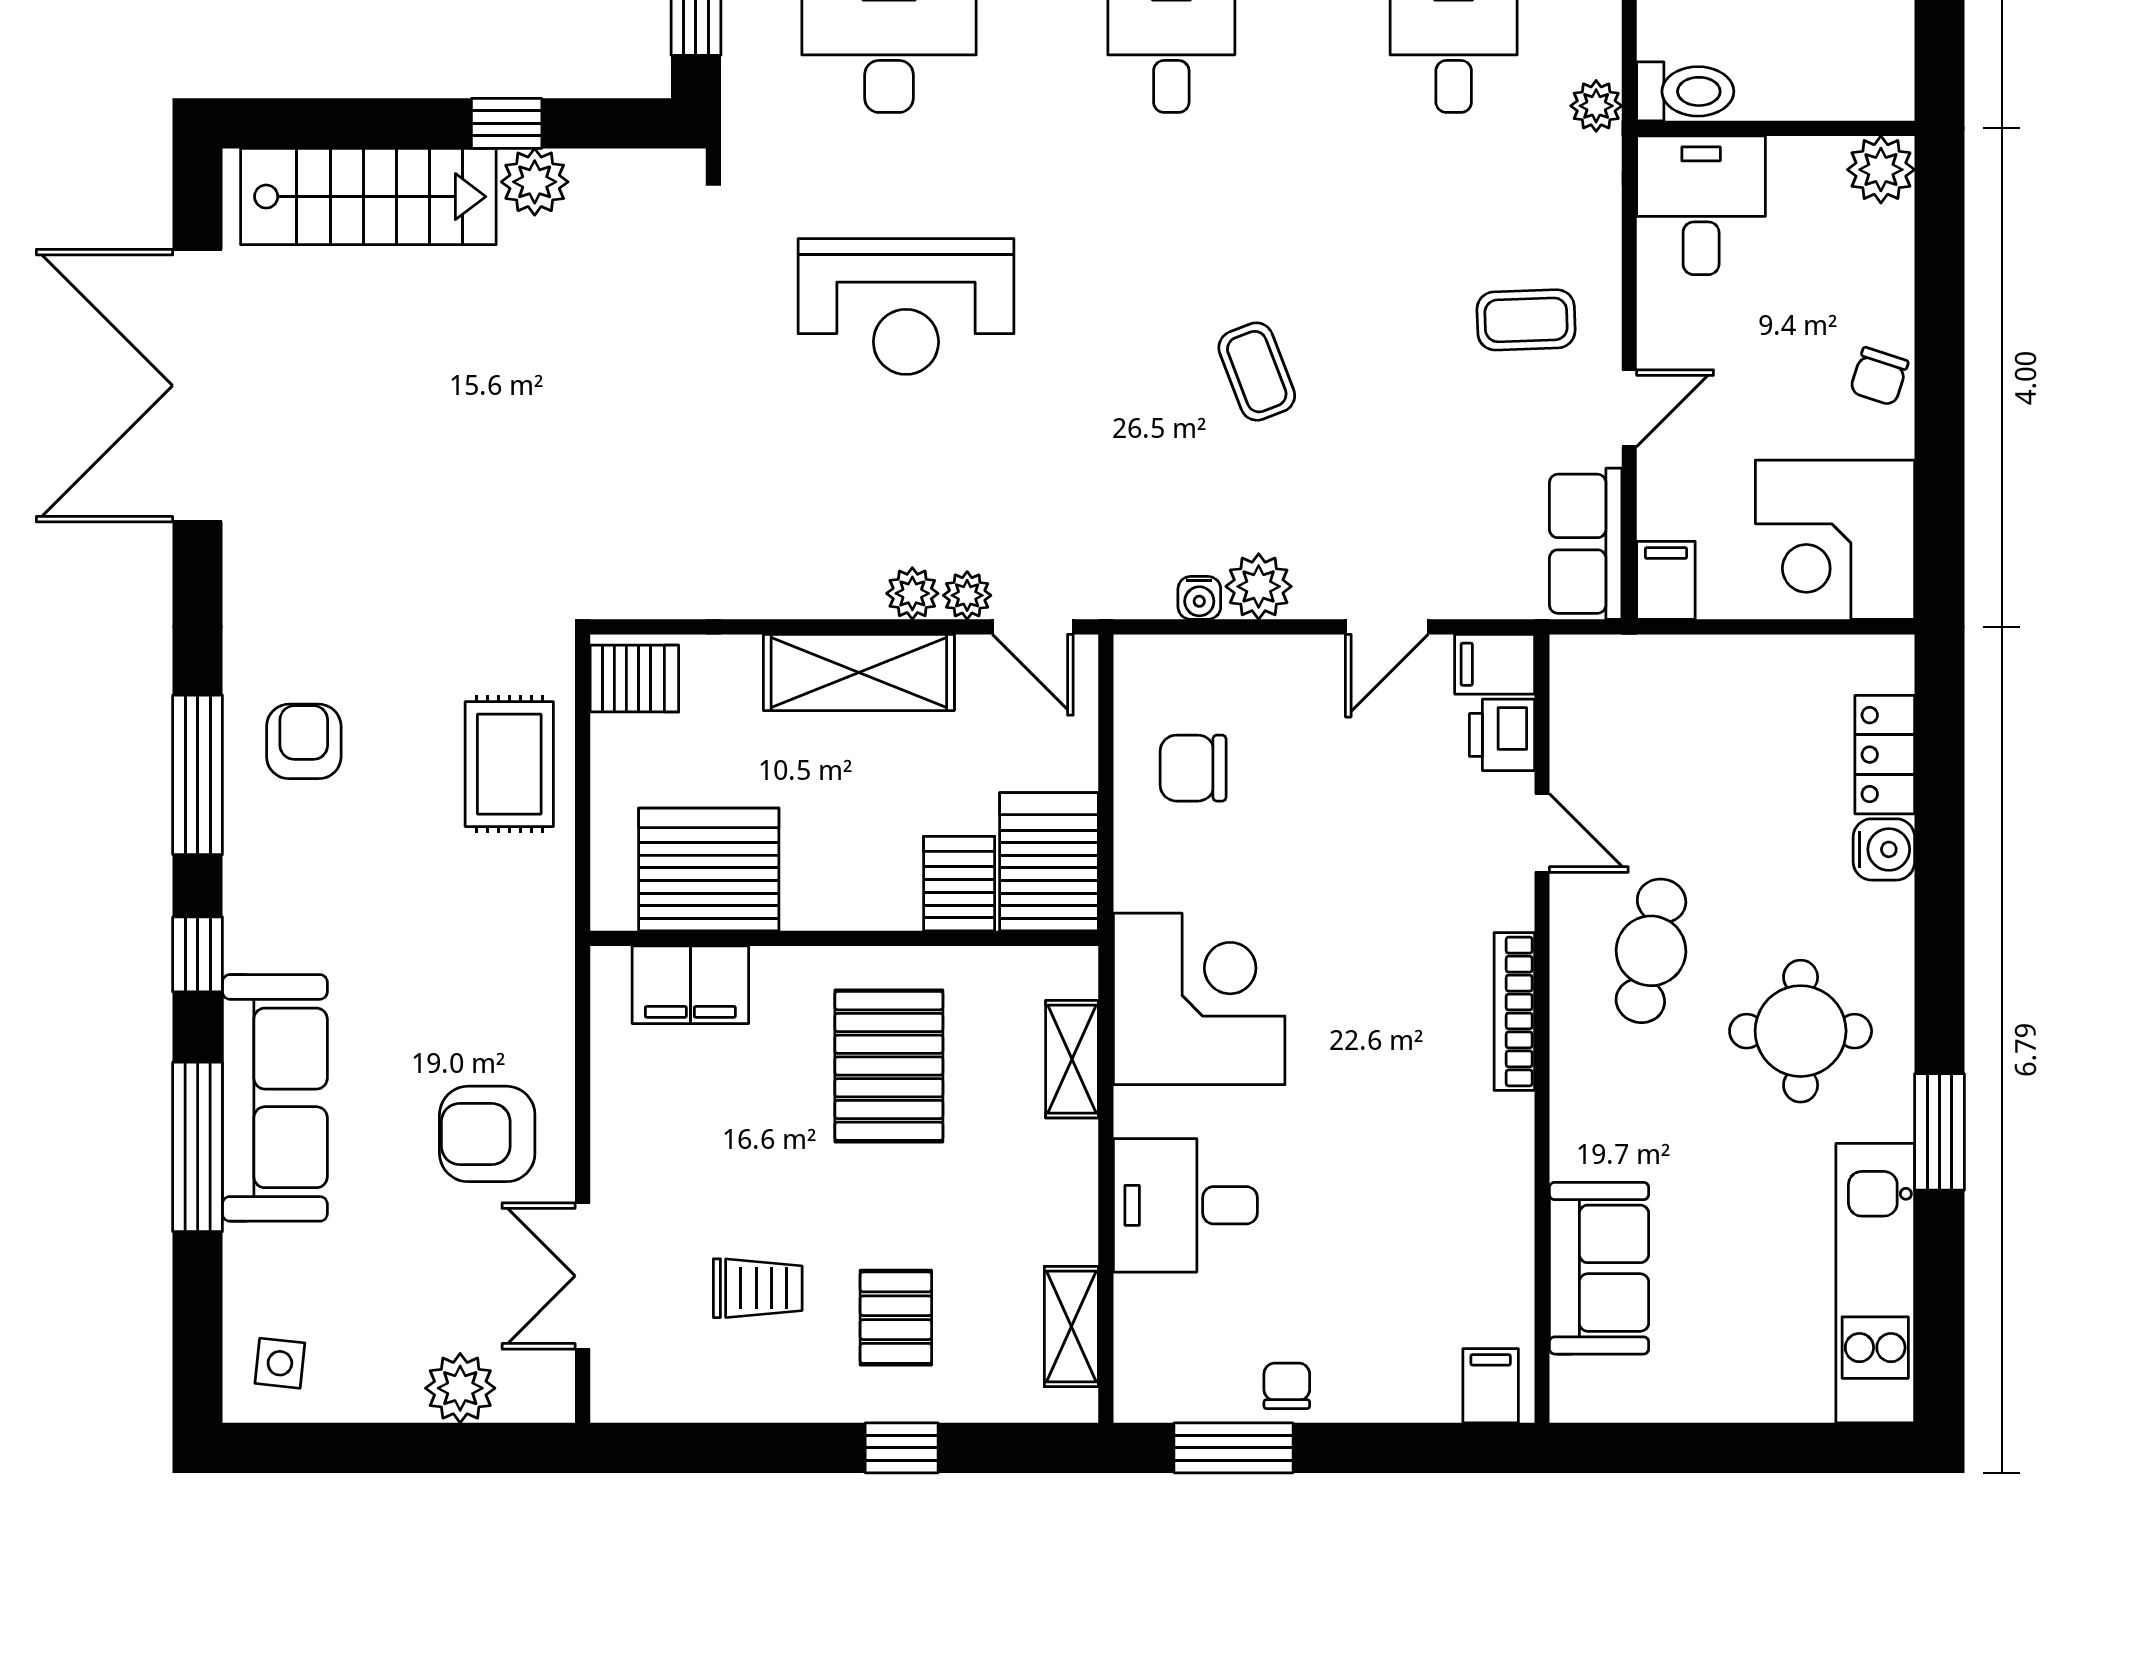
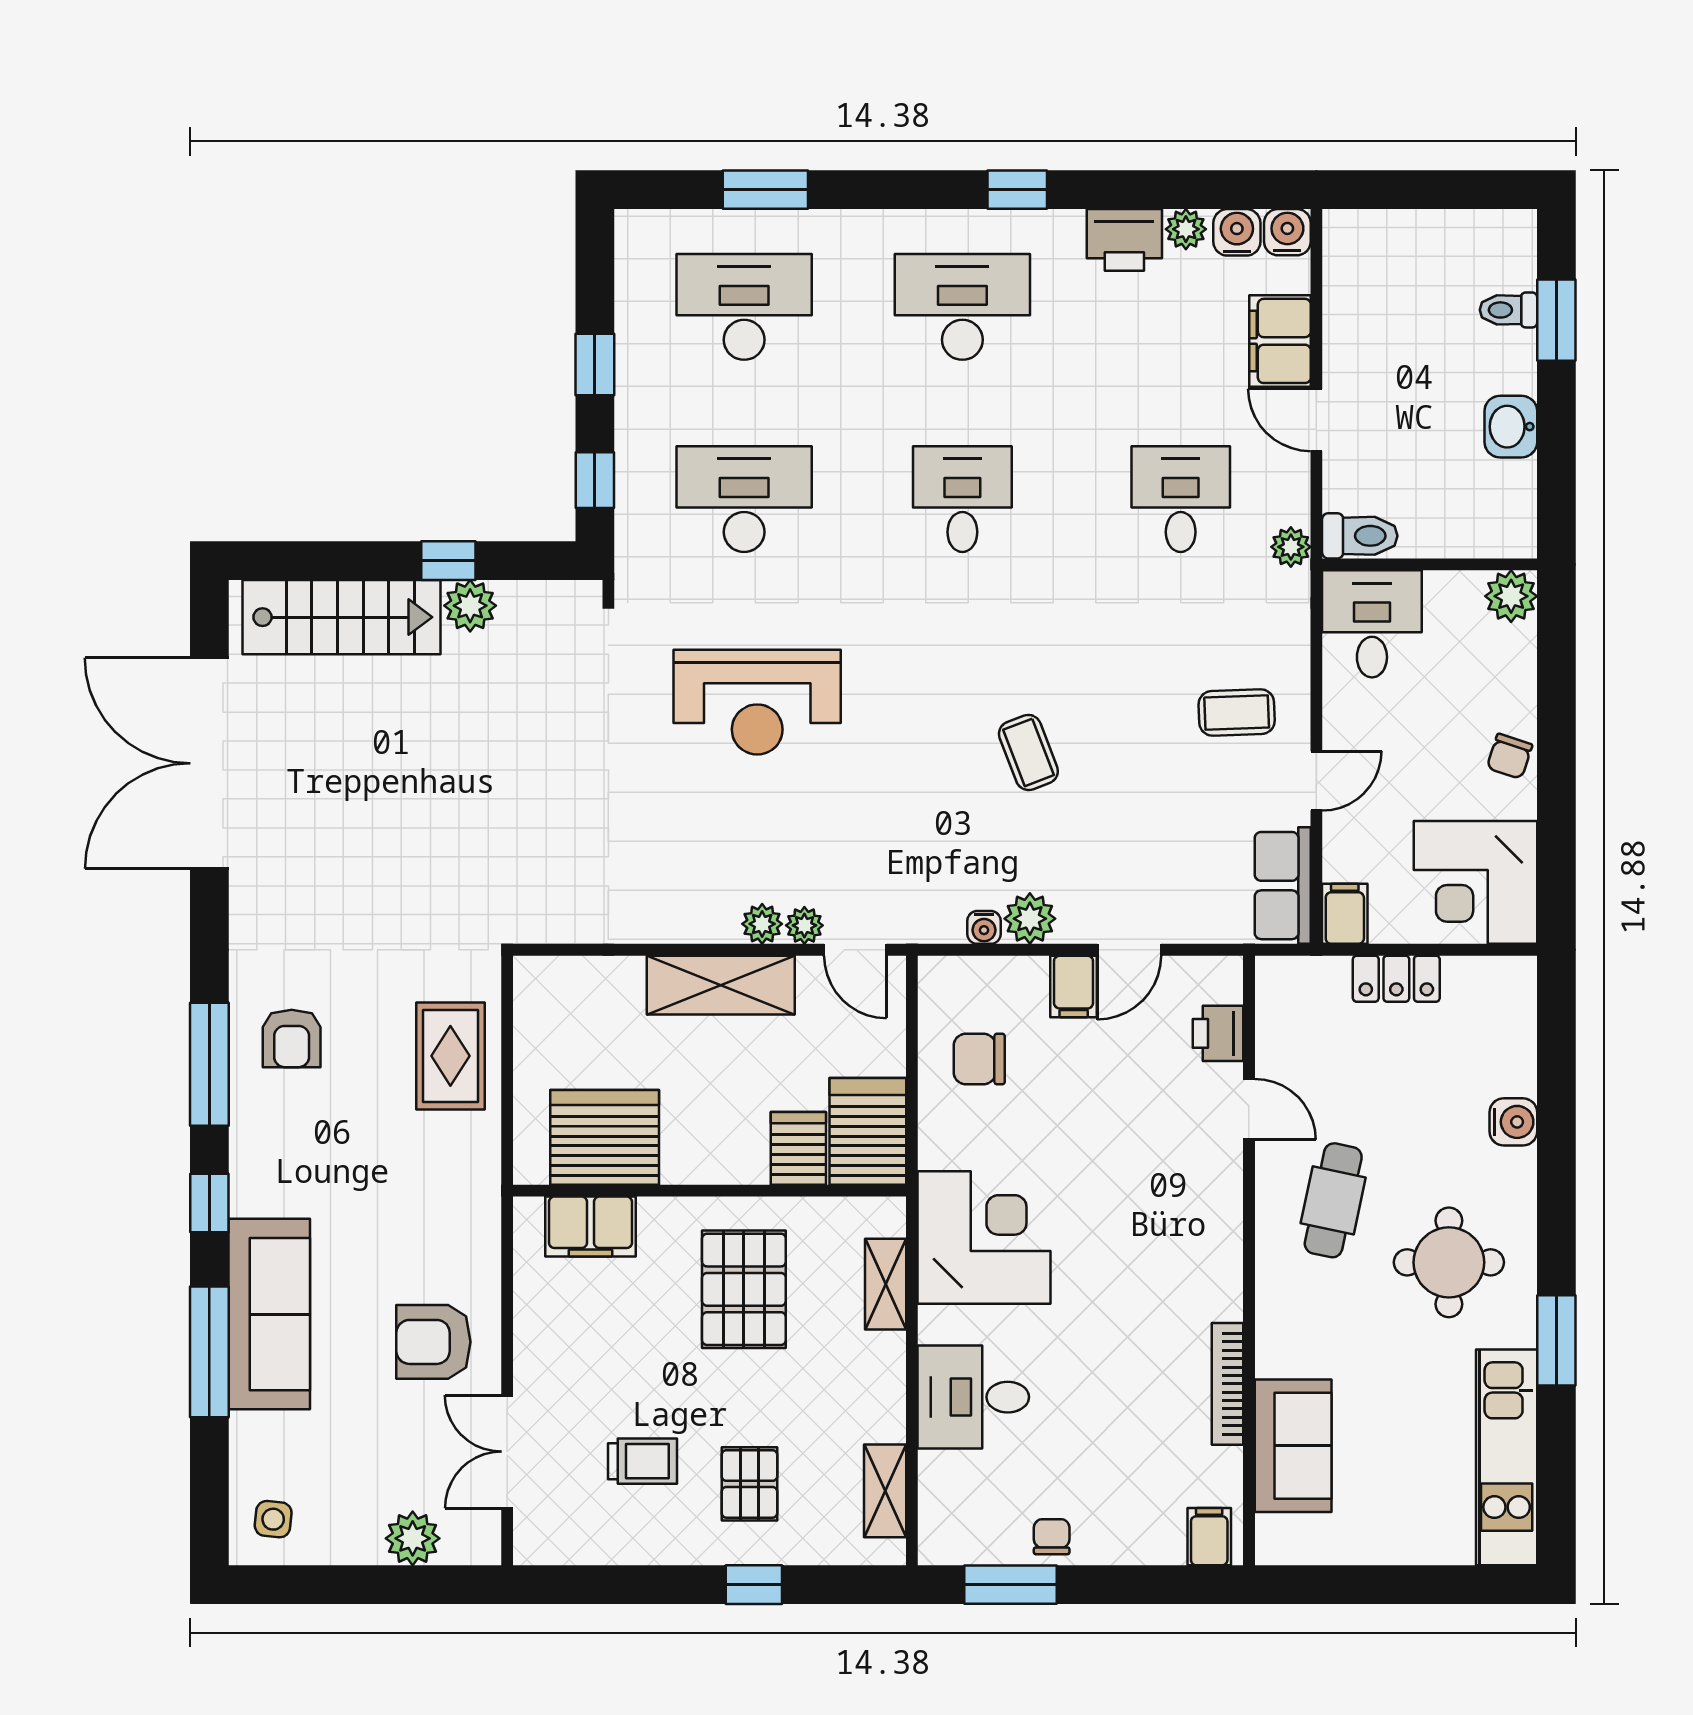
filing cabinet: (1495, 664) -> (1074, 986), moved, turned -90
server rack: (634, 679) -> (547, 990), removed
armchair: (304, 741) -> (292, 1038), turned 180
locker: (1885, 755) -> (1396, 979), moved, turned -90
bookcase: (1514, 1012) -> (1228, 1384), moved

